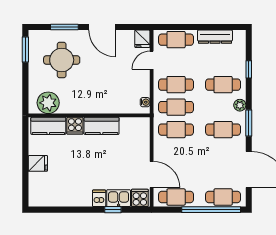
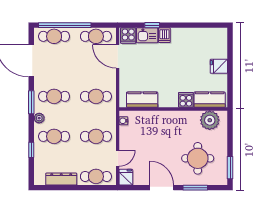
cafe table: (176, 107) -> (96, 116), removed
kitchen counter: (102, 126) -> (142, 100), moved

